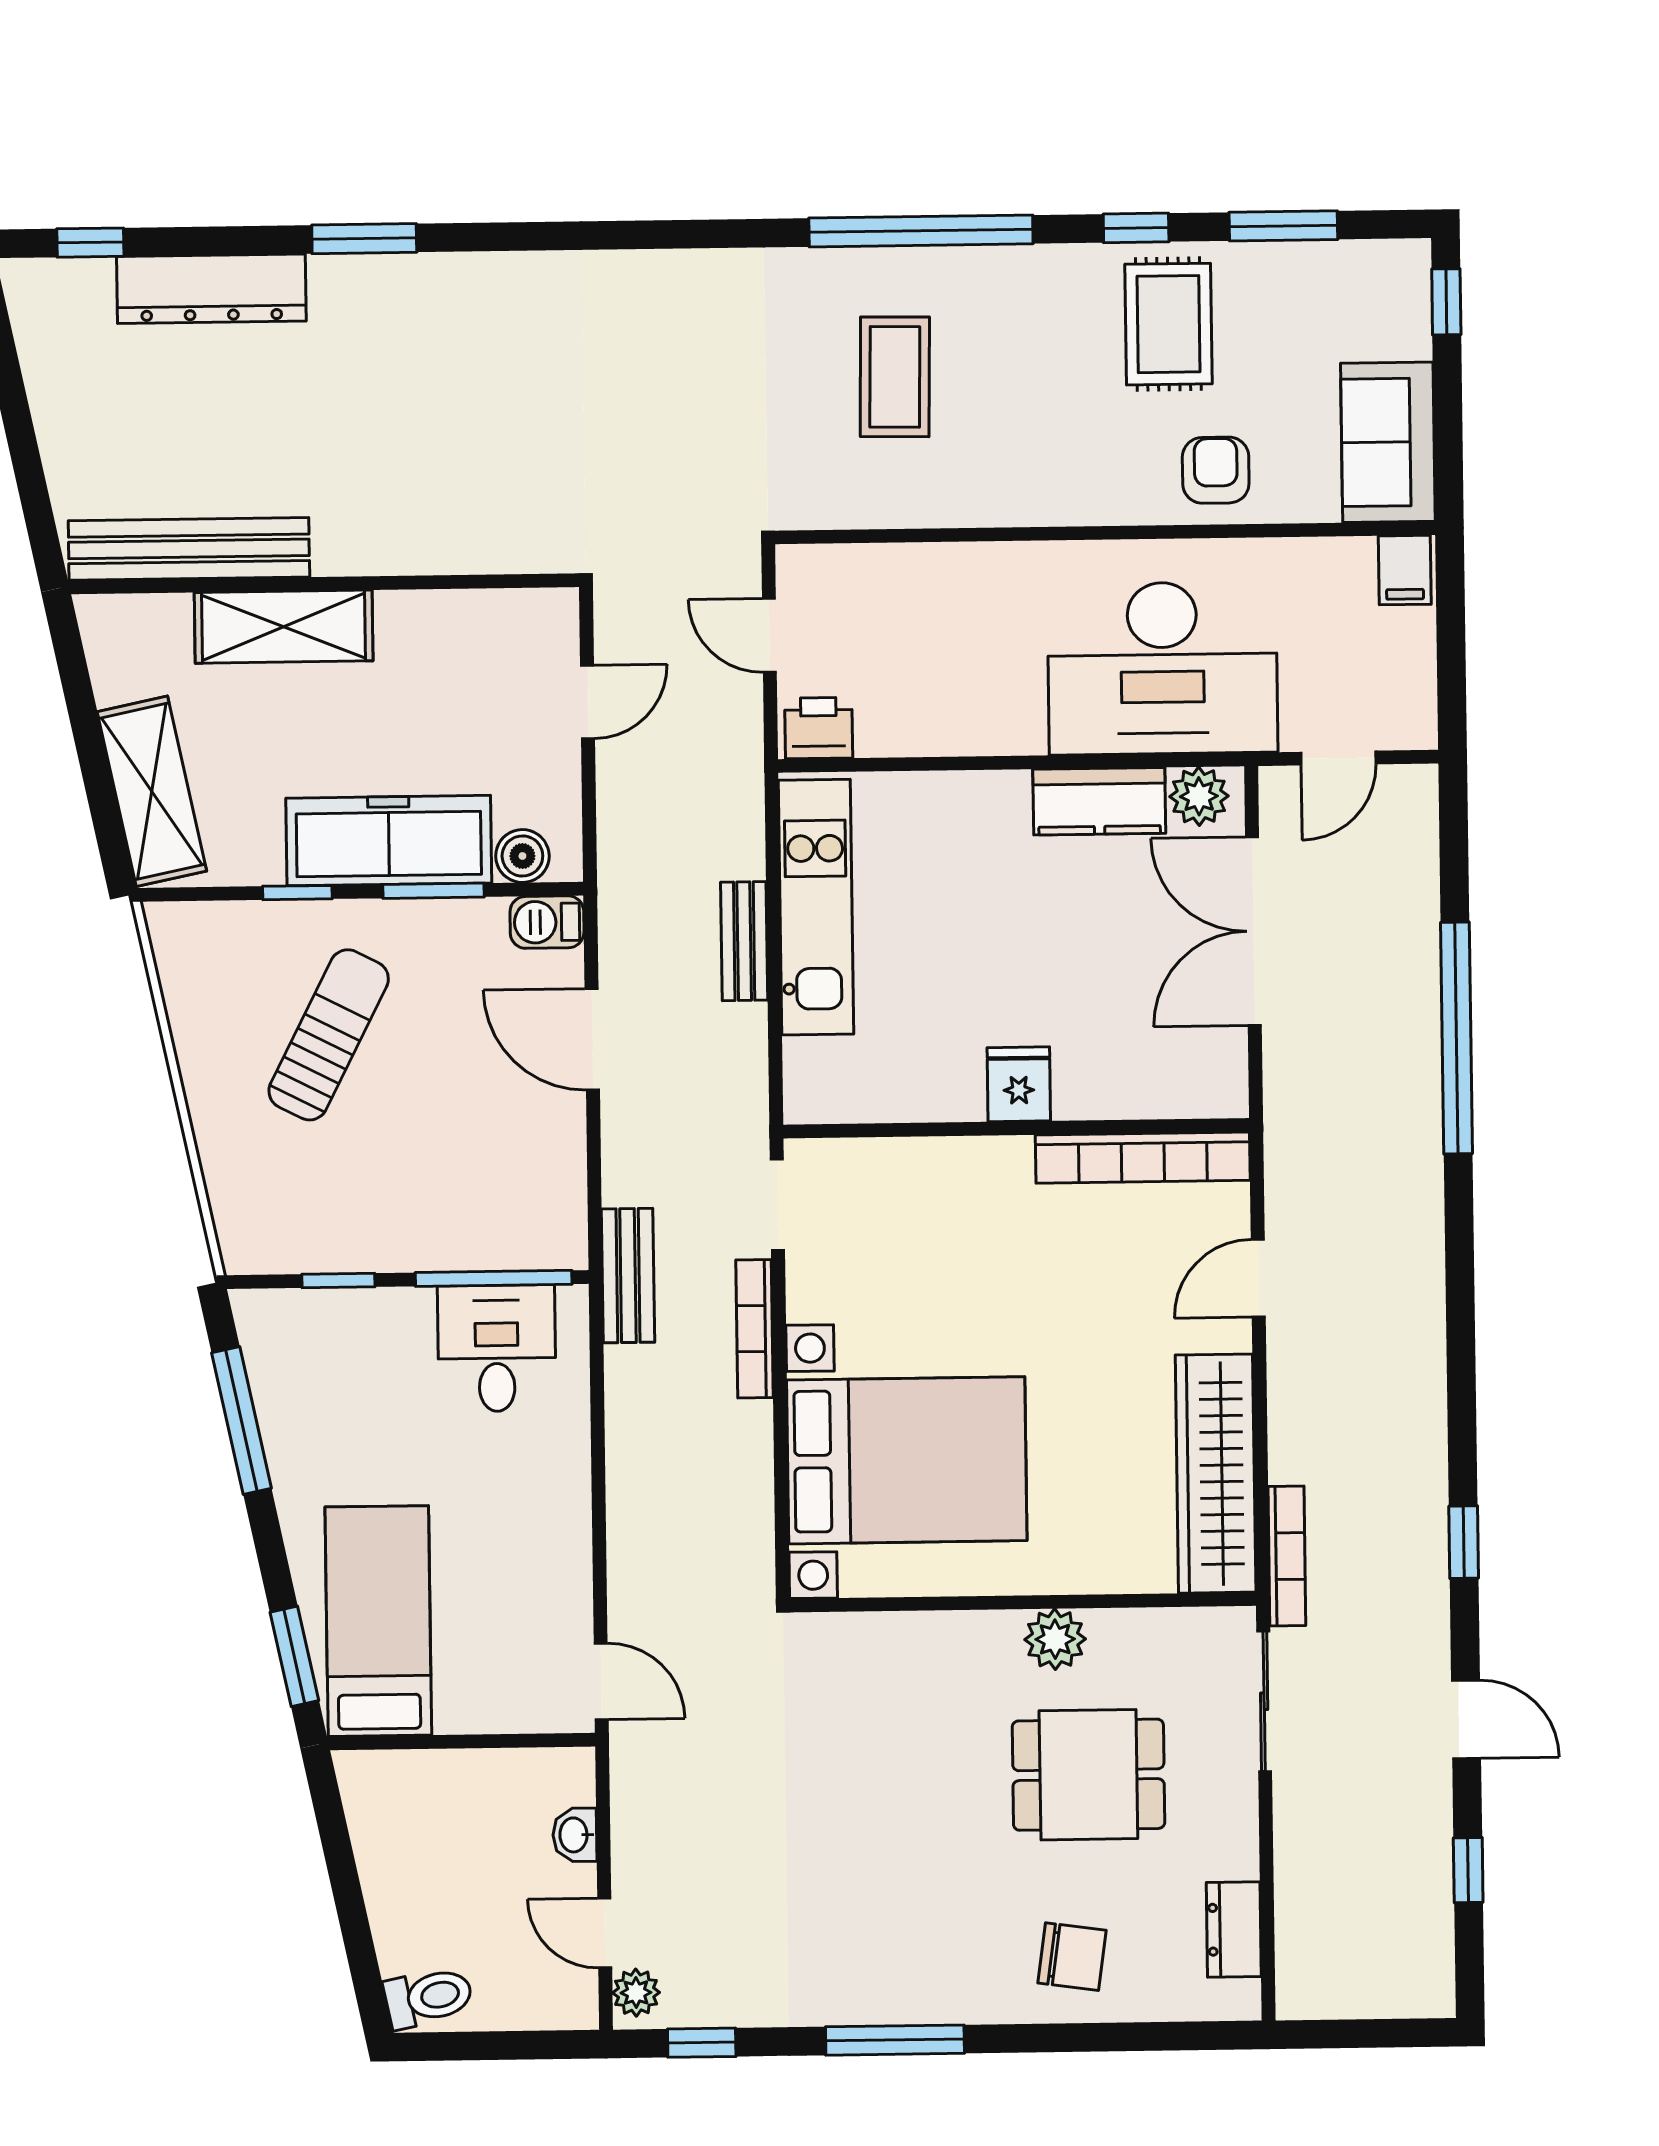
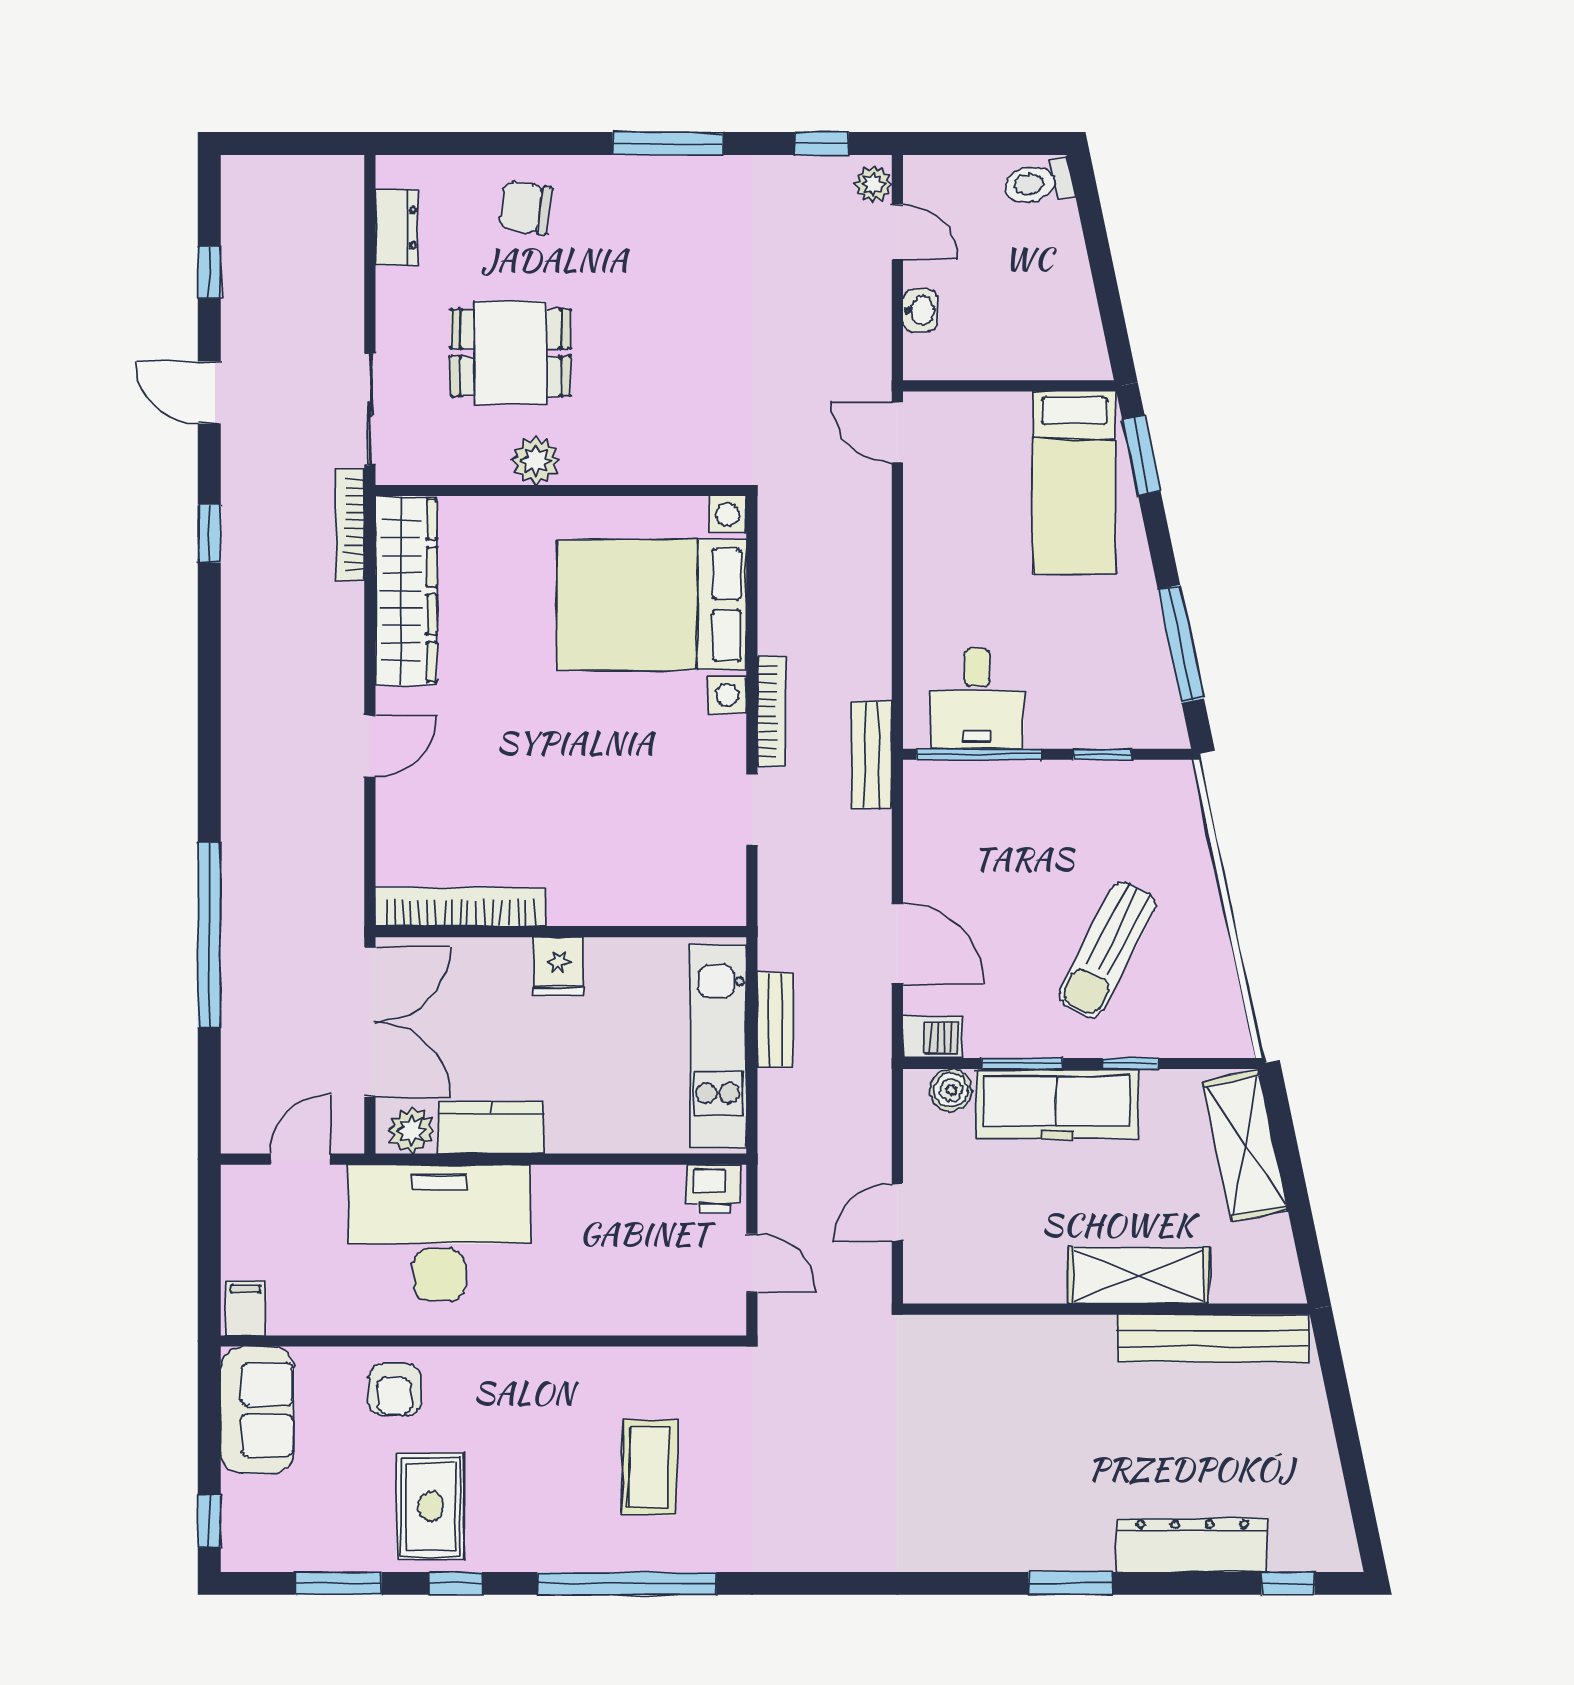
fridge: (1019, 1084) -> (558, 967), moved
wall: (1016, 1128) -> (561, 932), moved
bookcase: (1143, 1158) -> (460, 907), moved

